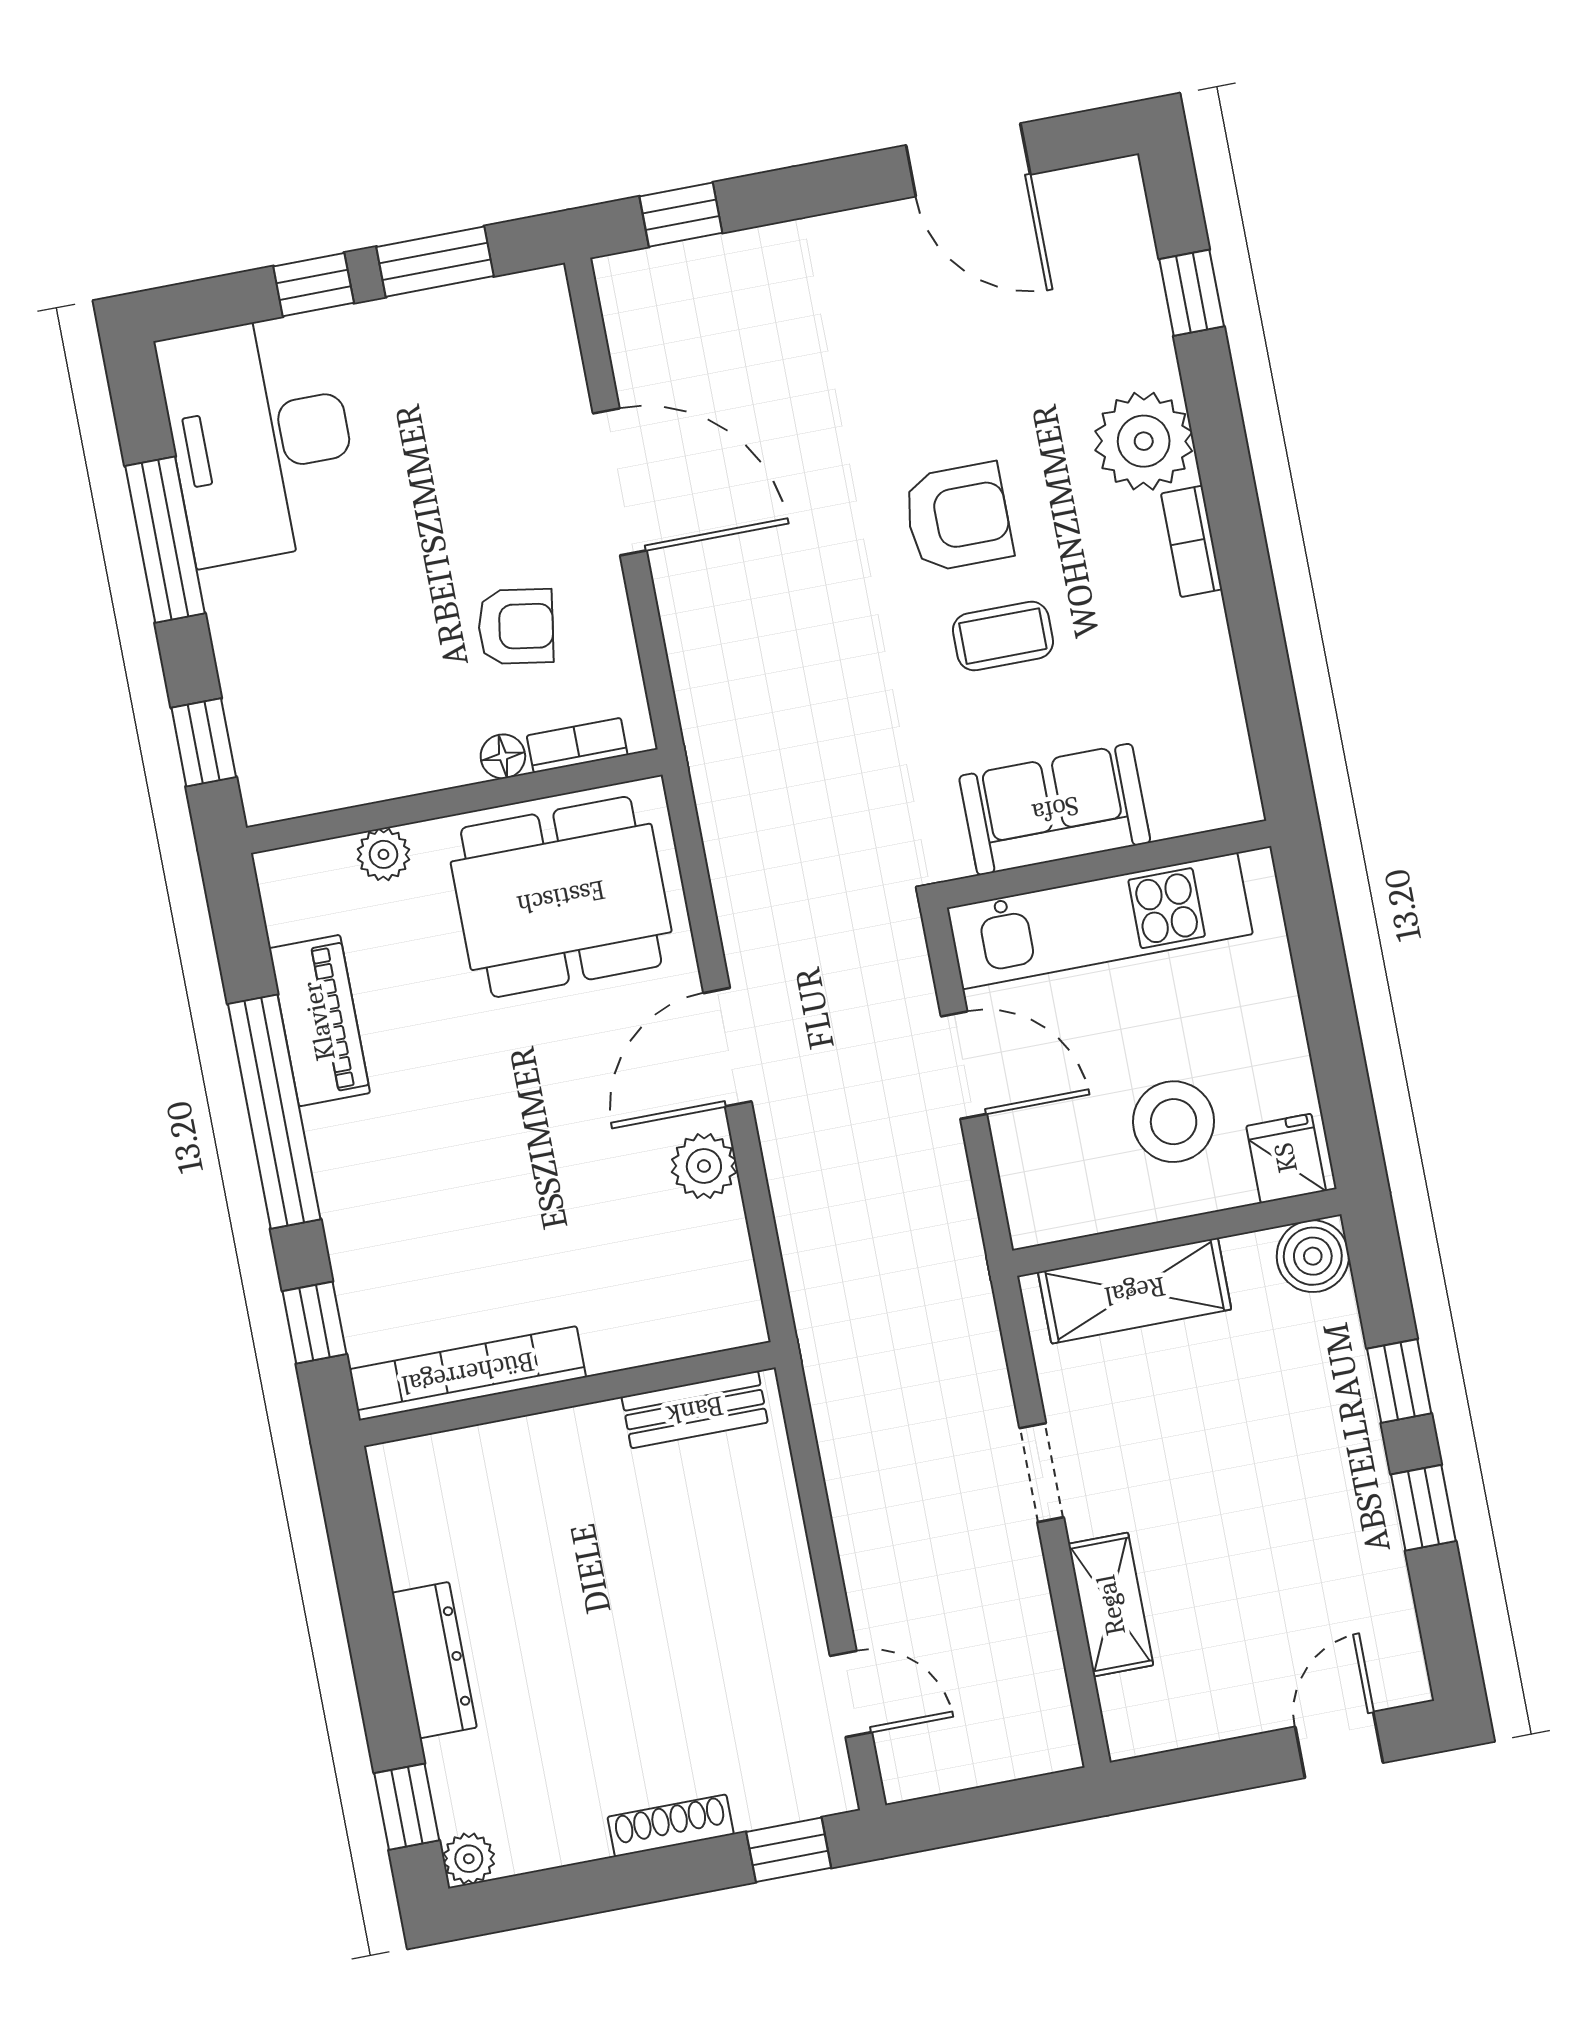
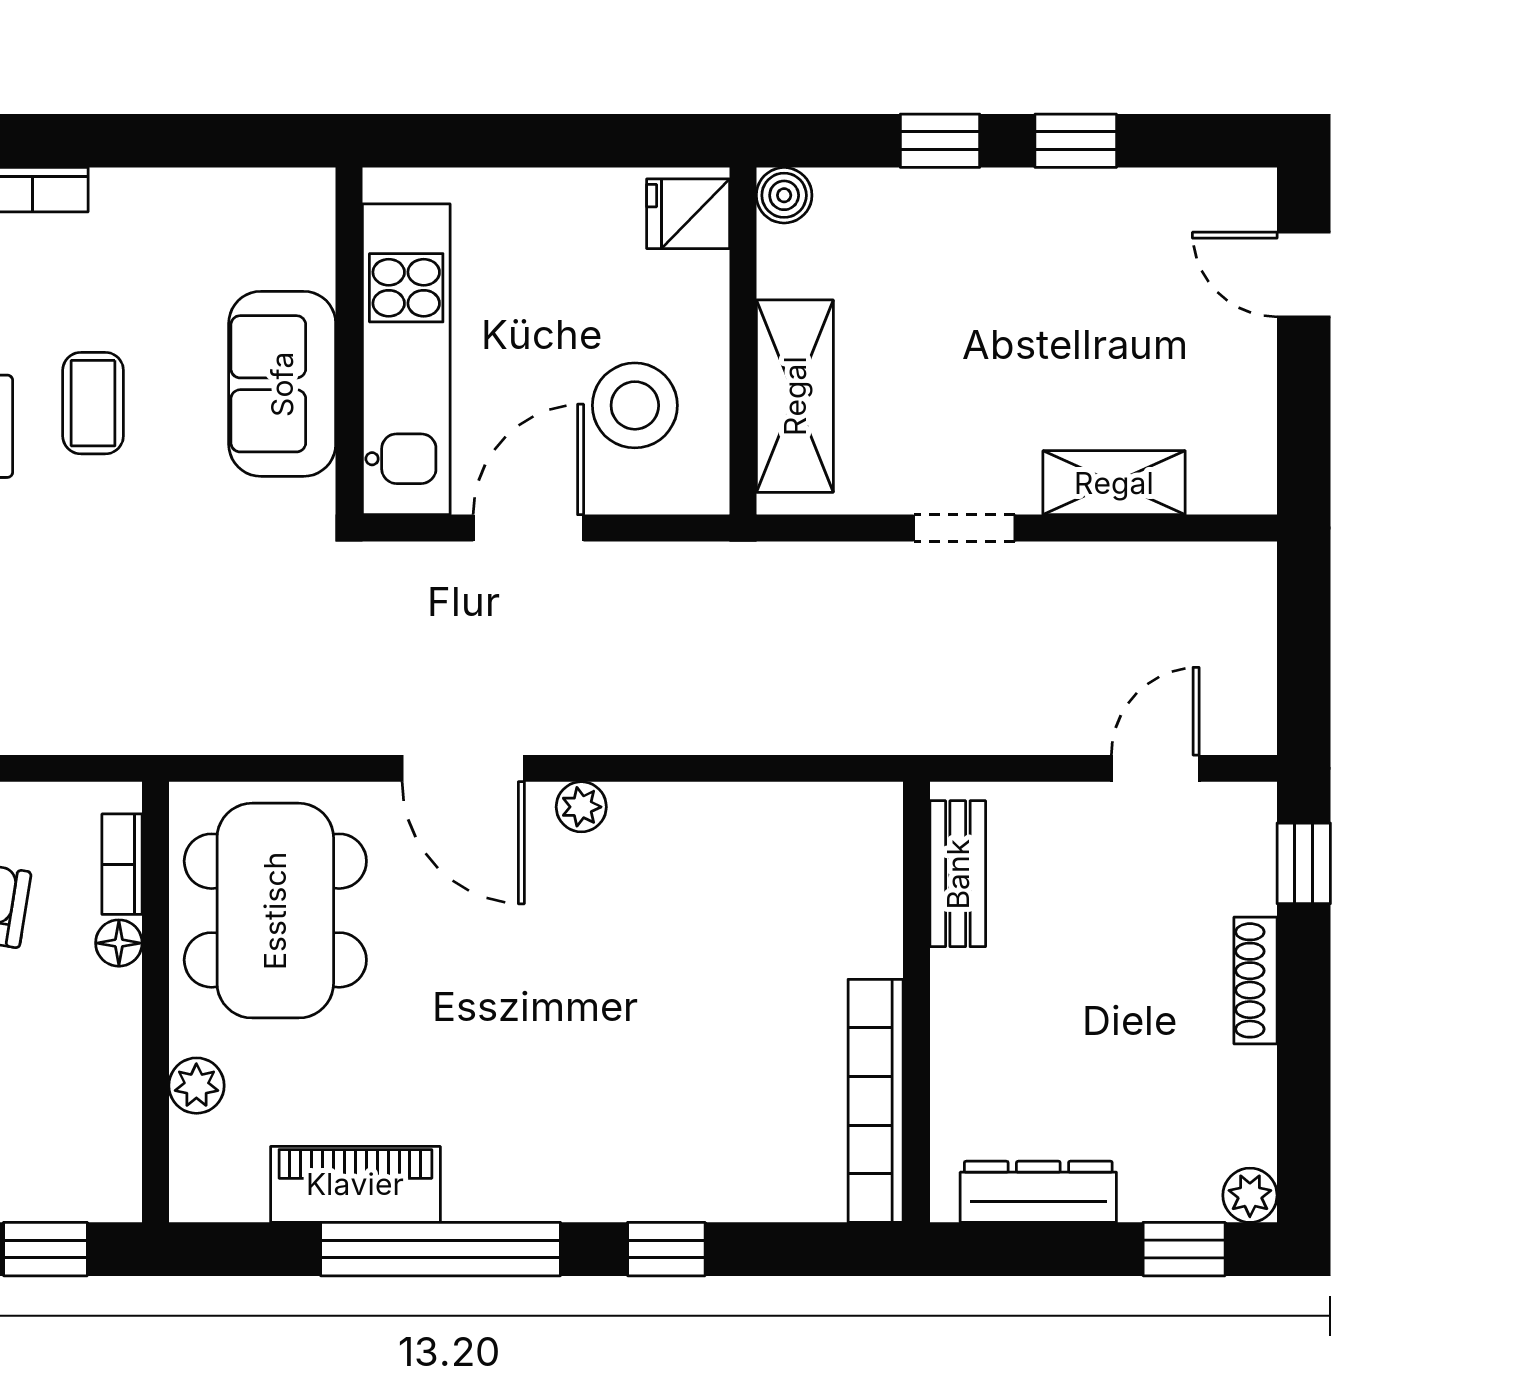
stool: (1174, 1122) -> (635, 405), moved
plant: (704, 1166) -> (581, 807), width x0.73, depth x0.73
boiler: (1313, 1256) -> (784, 195), width x0.73, depth x0.73
bookcase: (468, 1373) -> (876, 1101), moved
wall: (567, 1394) -> (917, 1002), moved
bench: (695, 1410) -> (958, 874), moved

